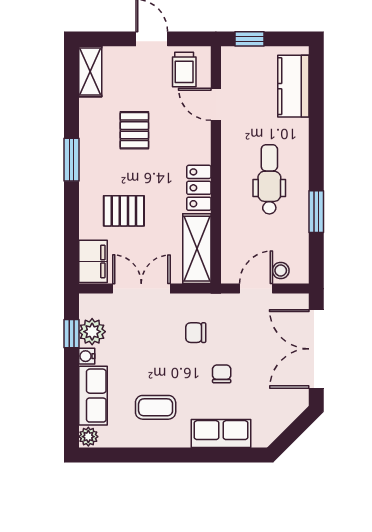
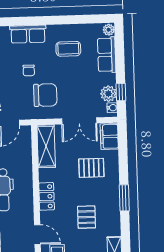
locker: (199, 188) -> (47, 196), moved
chair: (196, 333) -> (45, 95), width x1.87, depth x1.87
water cooler: (87, 356) -> (112, 108), moved

